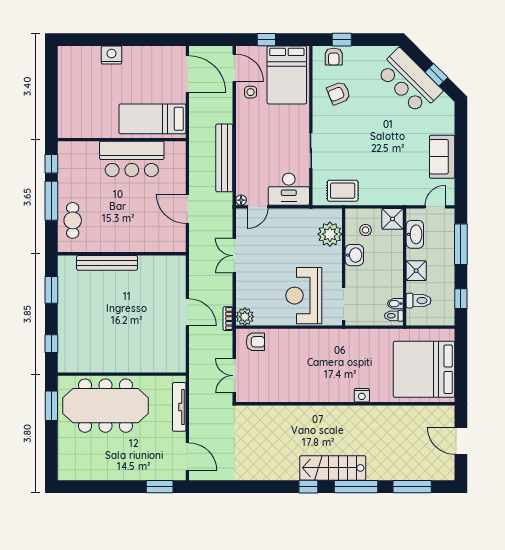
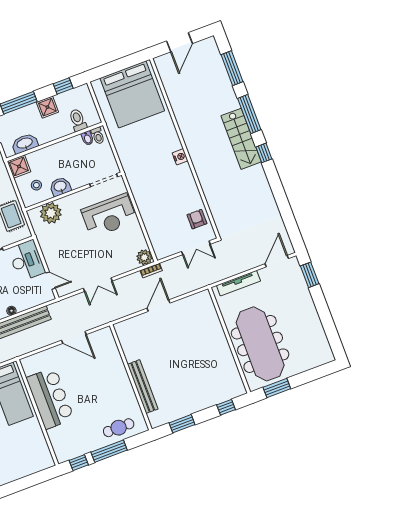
floor lamp: (241, 200) -> (11, 311), moved
door: (187, 209) -> (74, 337), hinge flipped
shower: (416, 271) -> (47, 107), moved
armchair: (255, 342) -> (197, 219), moved
nightstand: (362, 395) -> (180, 157), moved

